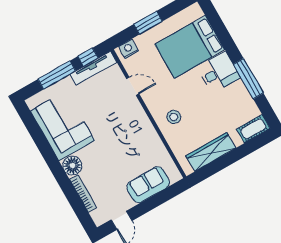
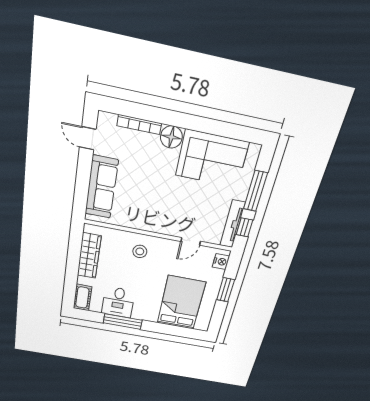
desk: (219, 72) -> (118, 302), moved
sofa: (148, 185) -> (101, 187), width x1.36

